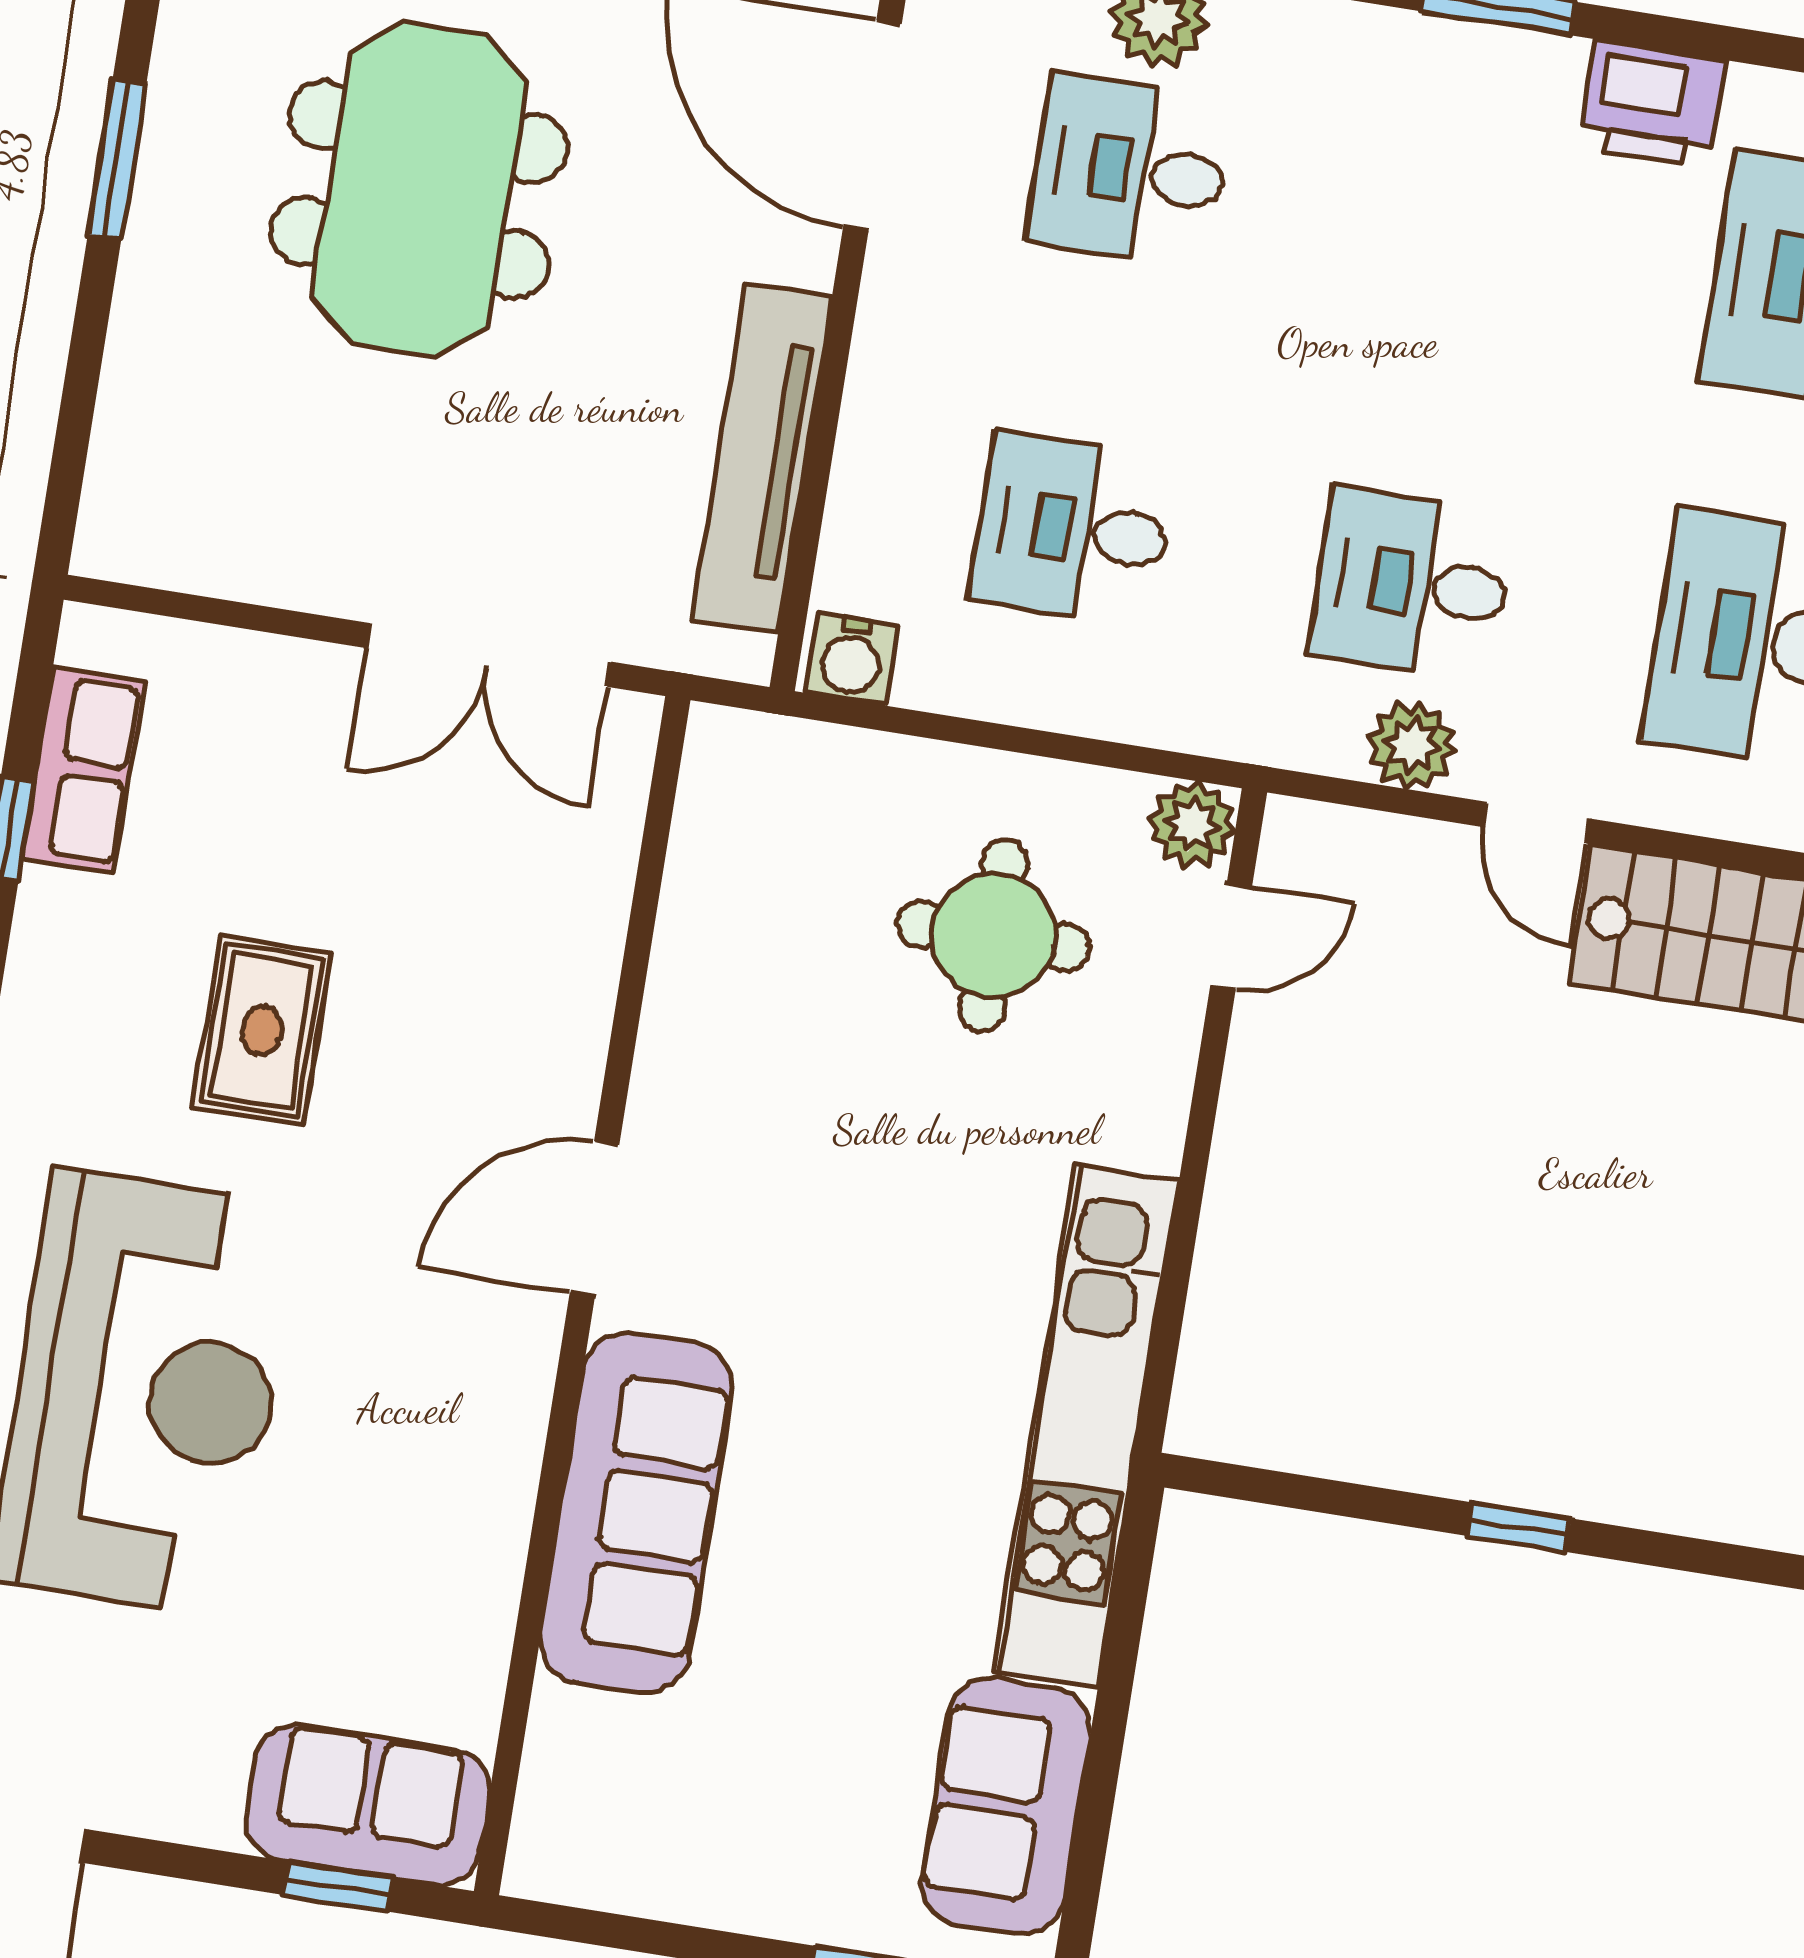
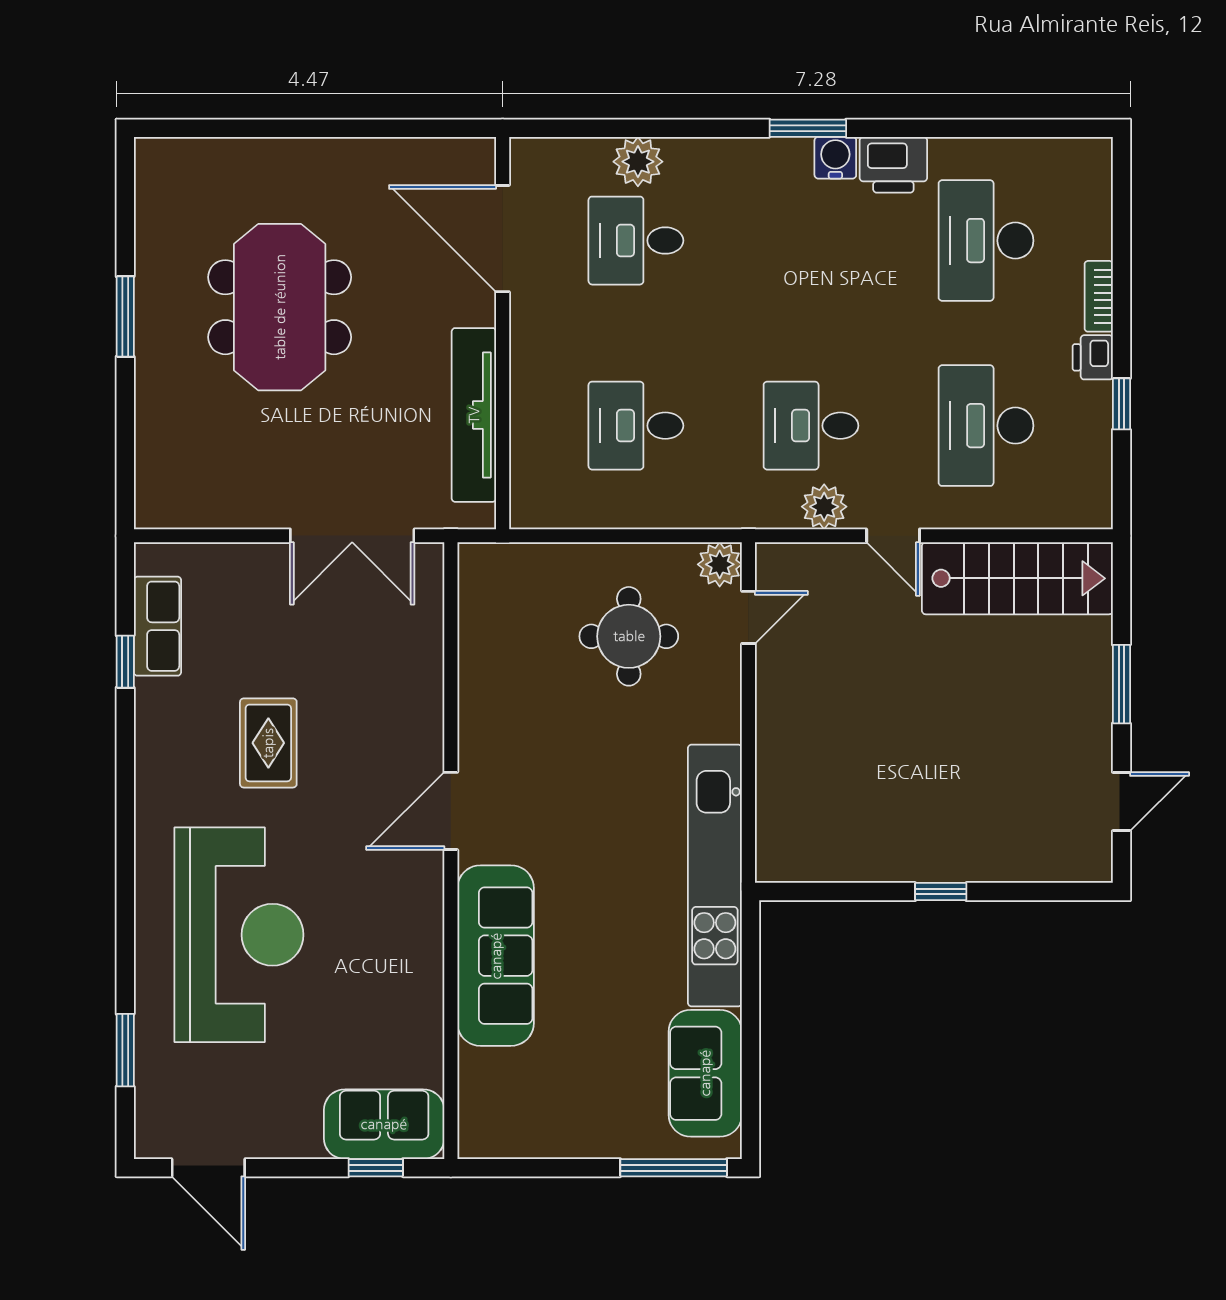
water cooler: (852, 659) -> (835, 158), moved, turned 180

